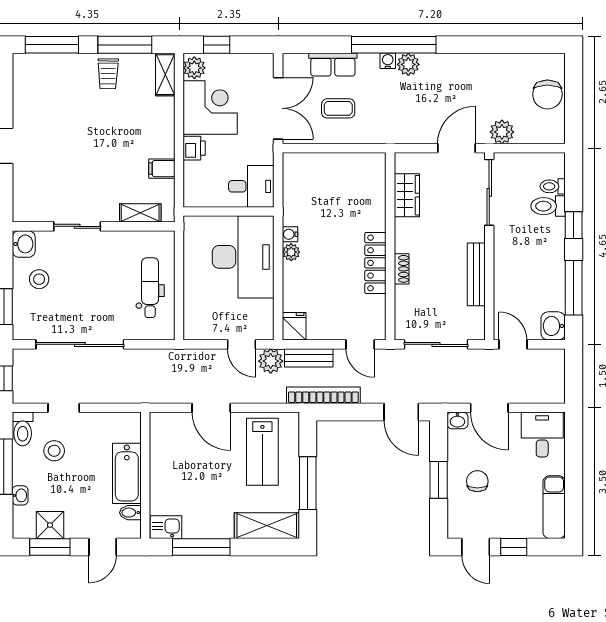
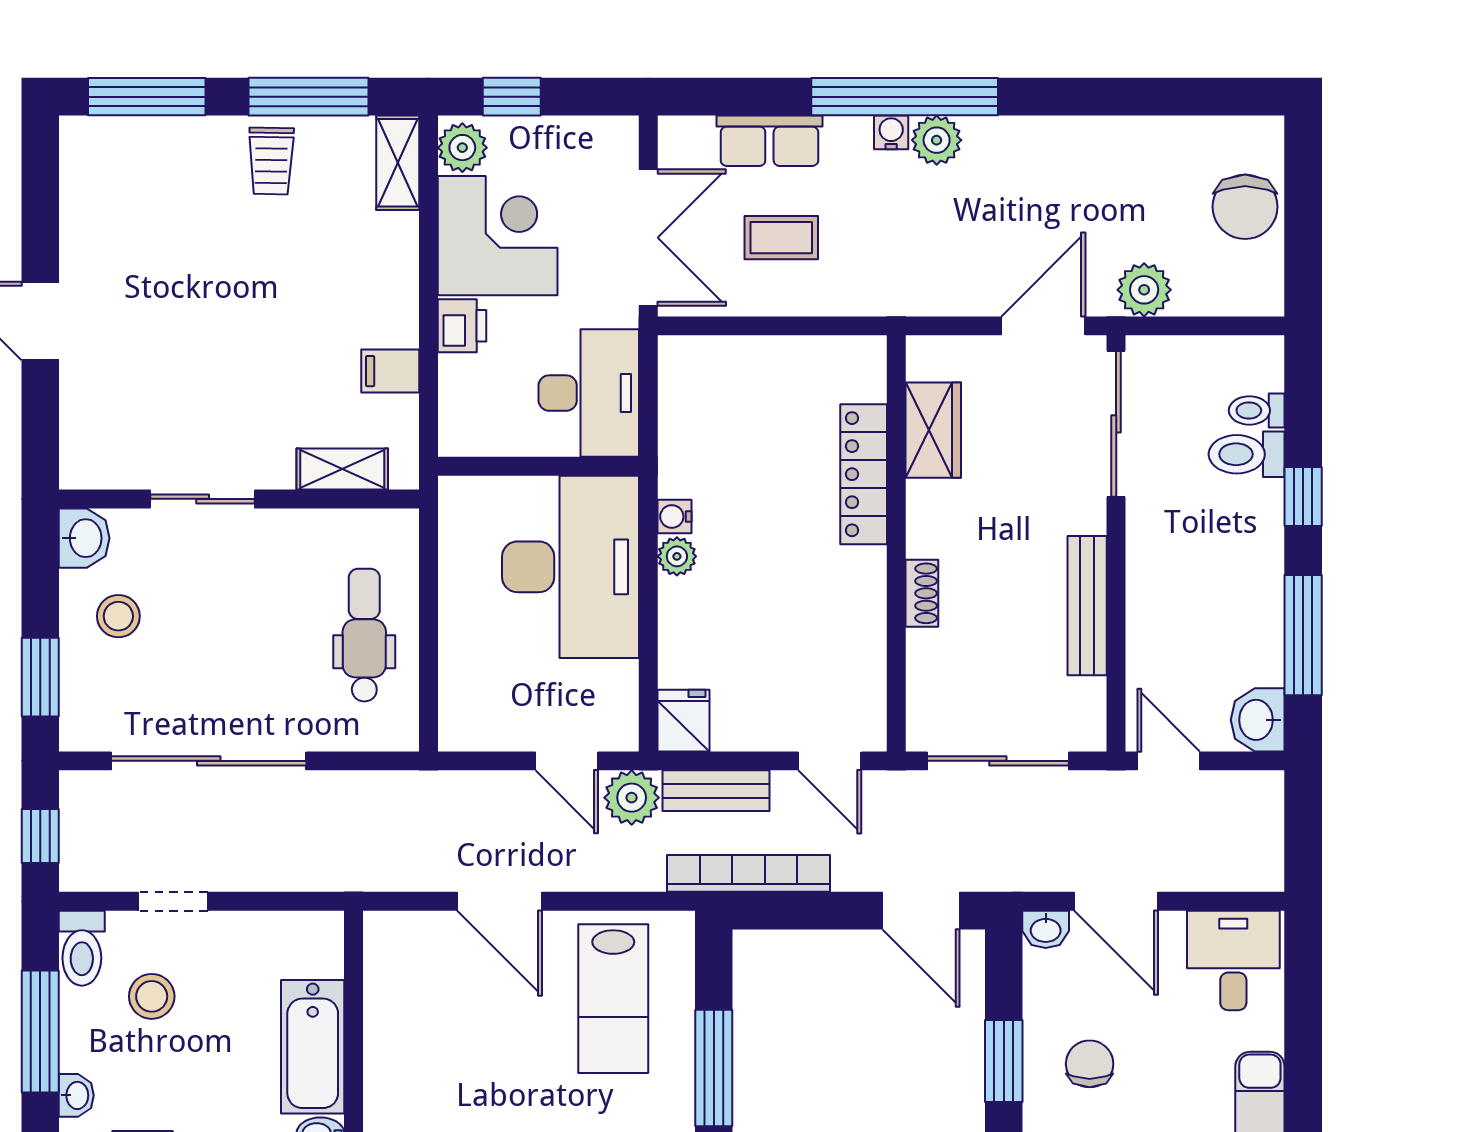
desk: (251, 186) -> (589, 393), width x1.37
locker: (375, 263) -> (864, 474), moved

